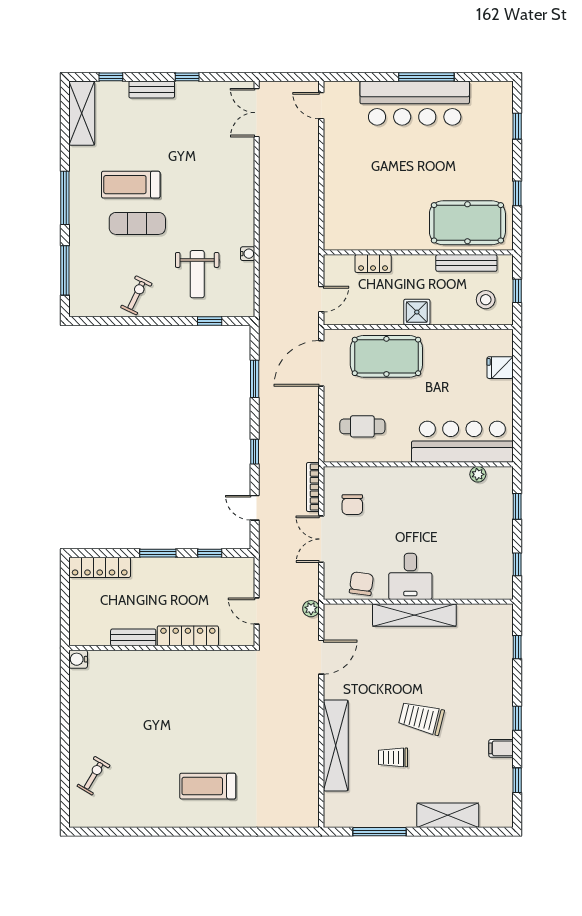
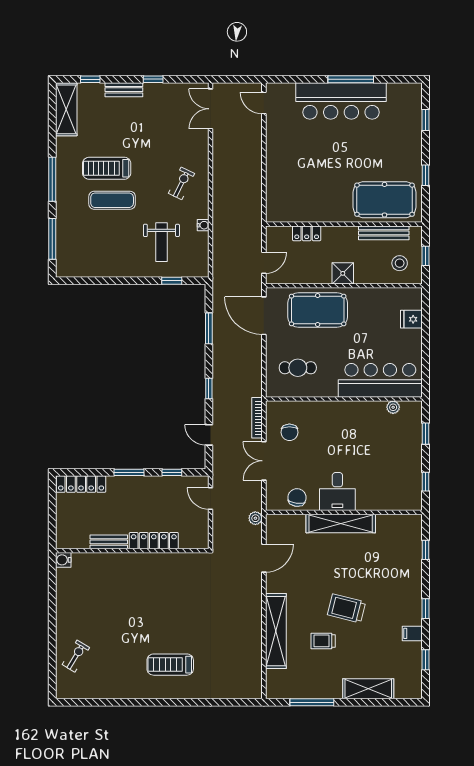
exercise bike: (136, 295) -> (181, 183), moved
door: (321, 363) -> (264, 316), hinge flipped
door: (257, 611) -> (211, 499), moved

